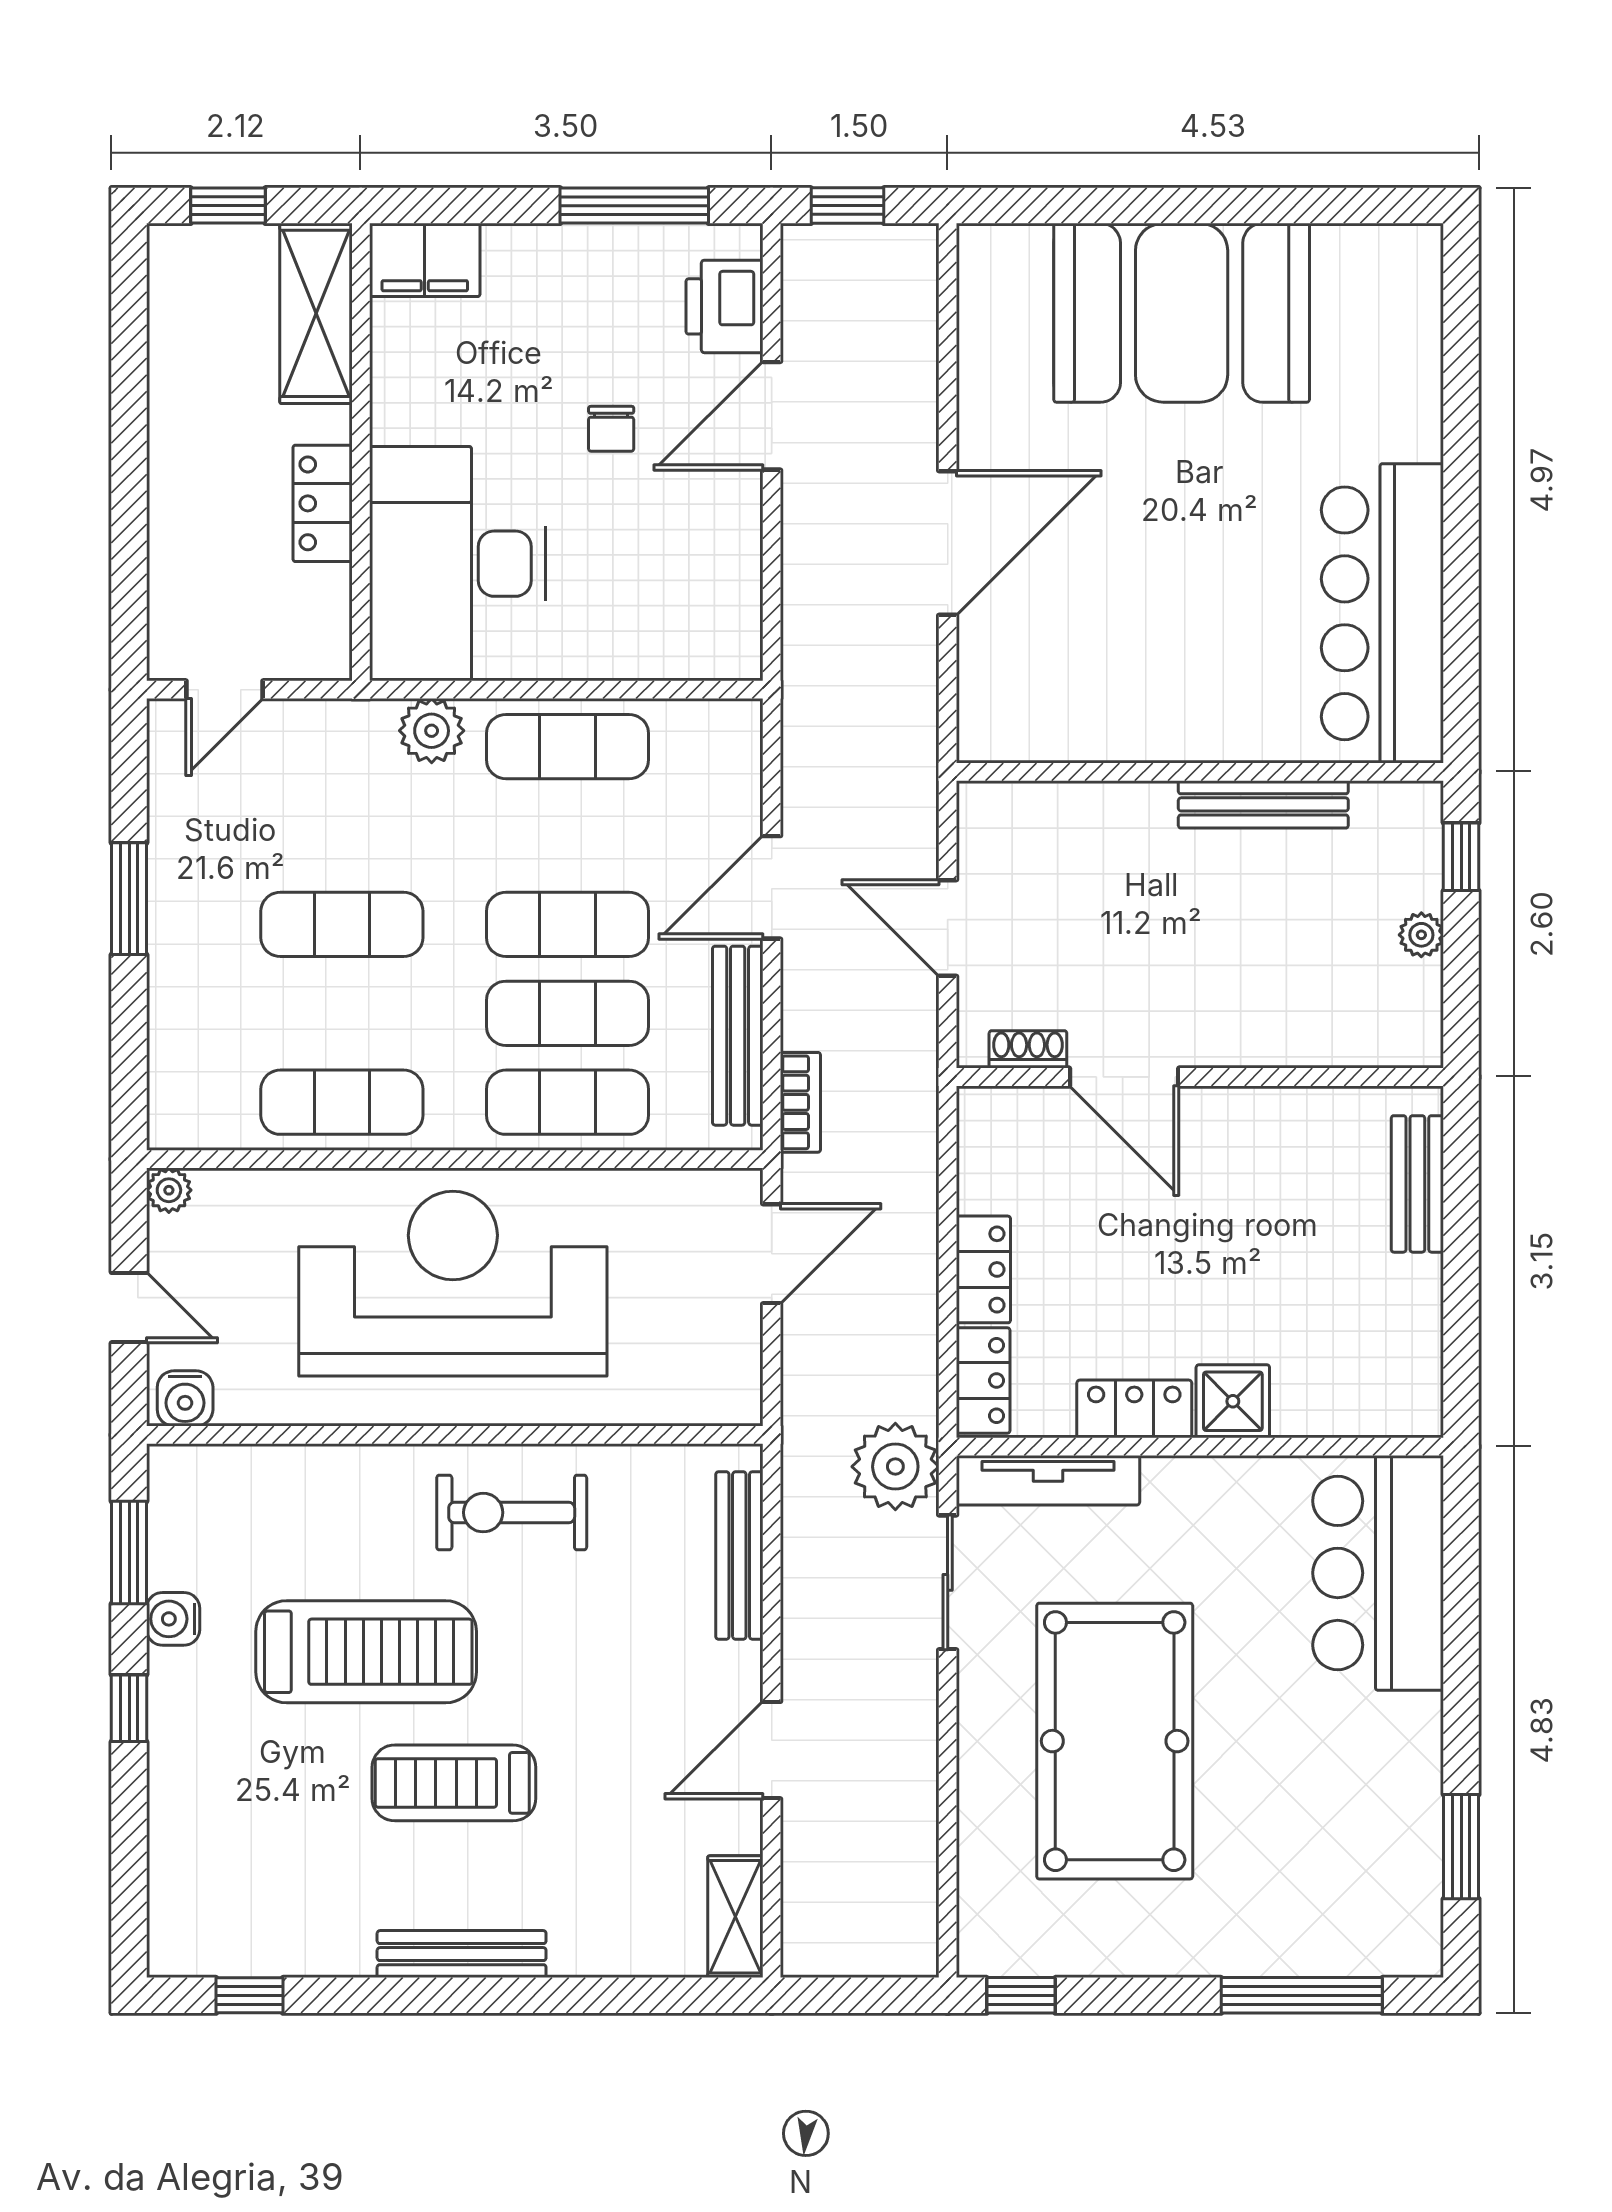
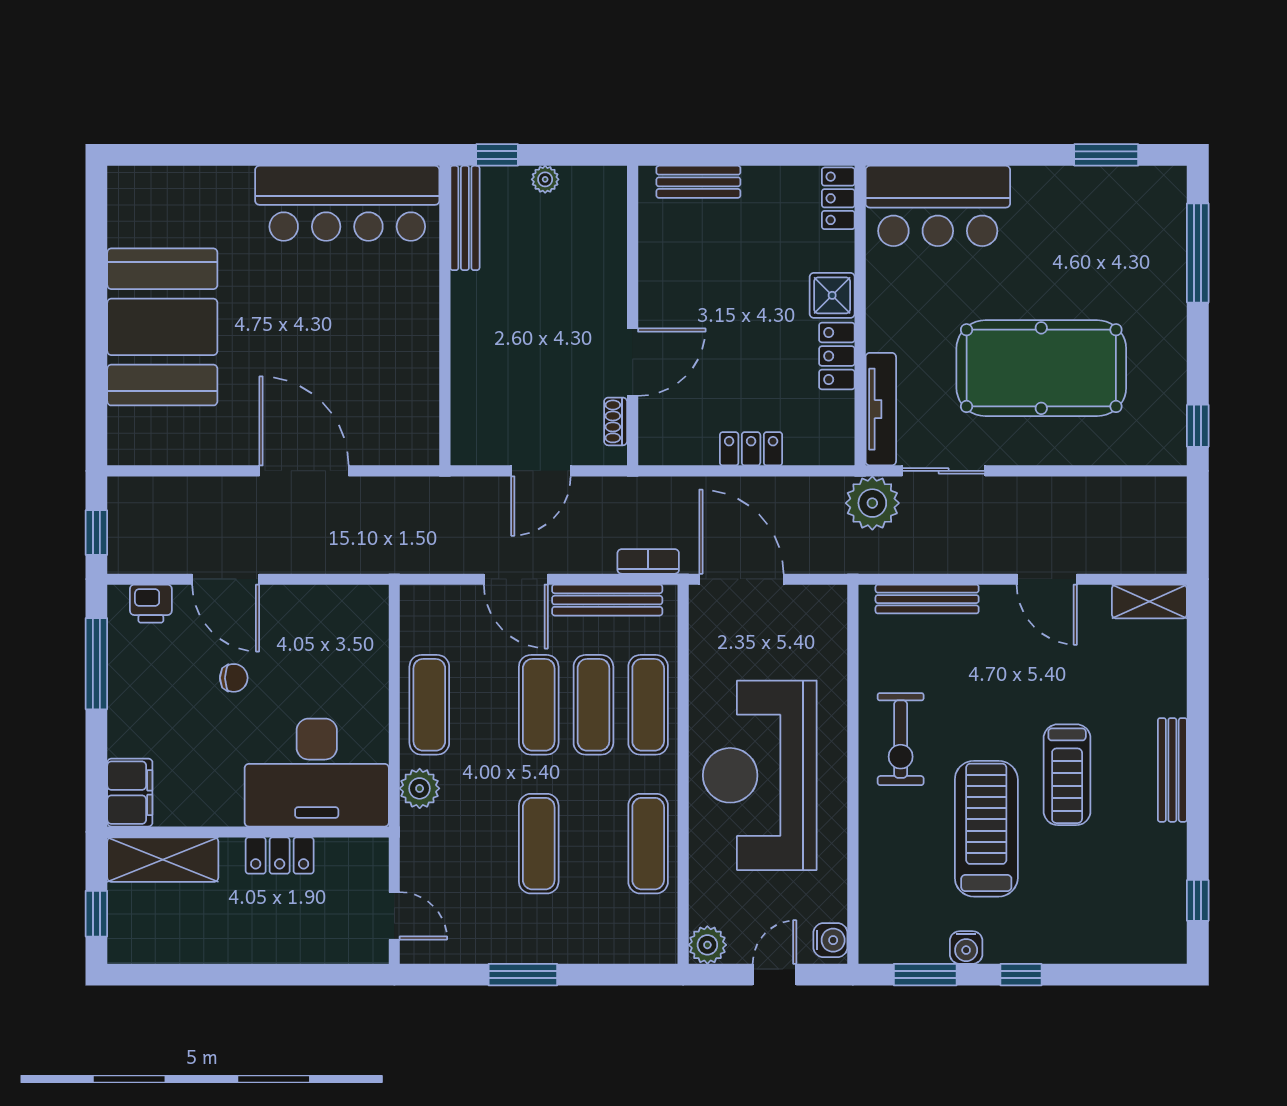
printer: (724, 306) -> (151, 604), width x0.73, depth x0.81
bench: (1263, 804) -> (465, 218), moved
plant: (169, 1190) -> (707, 945), width x1.38, depth x1.38
door: (772, 1254) -> (741, 579), width x1.36
locker: (983, 1381) -> (838, 198), moved, turned -90

